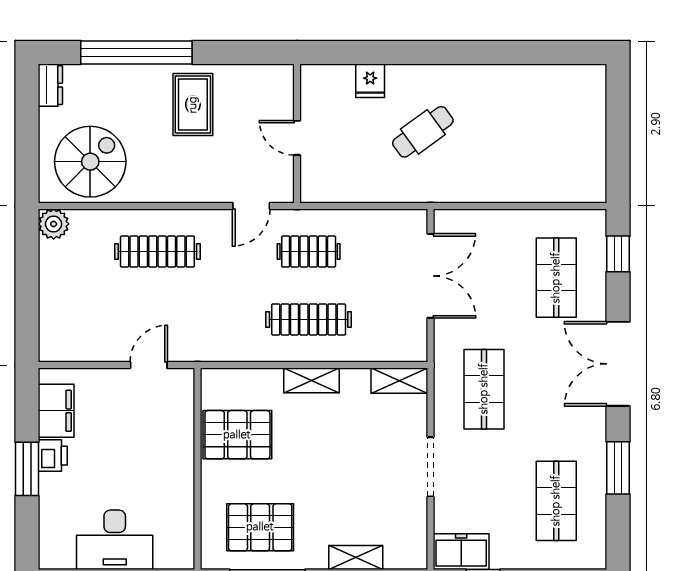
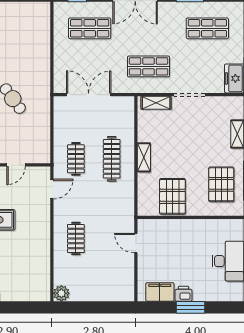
spiral stairs: (90, 162) -> (29, 274), removed
door: (251, 206) -> (52, 189), hinge flipped
clothes rail: (157, 252) -> (76, 239), width x0.73
shelving: (399, 381) -> (156, 103), moved, turned 90

